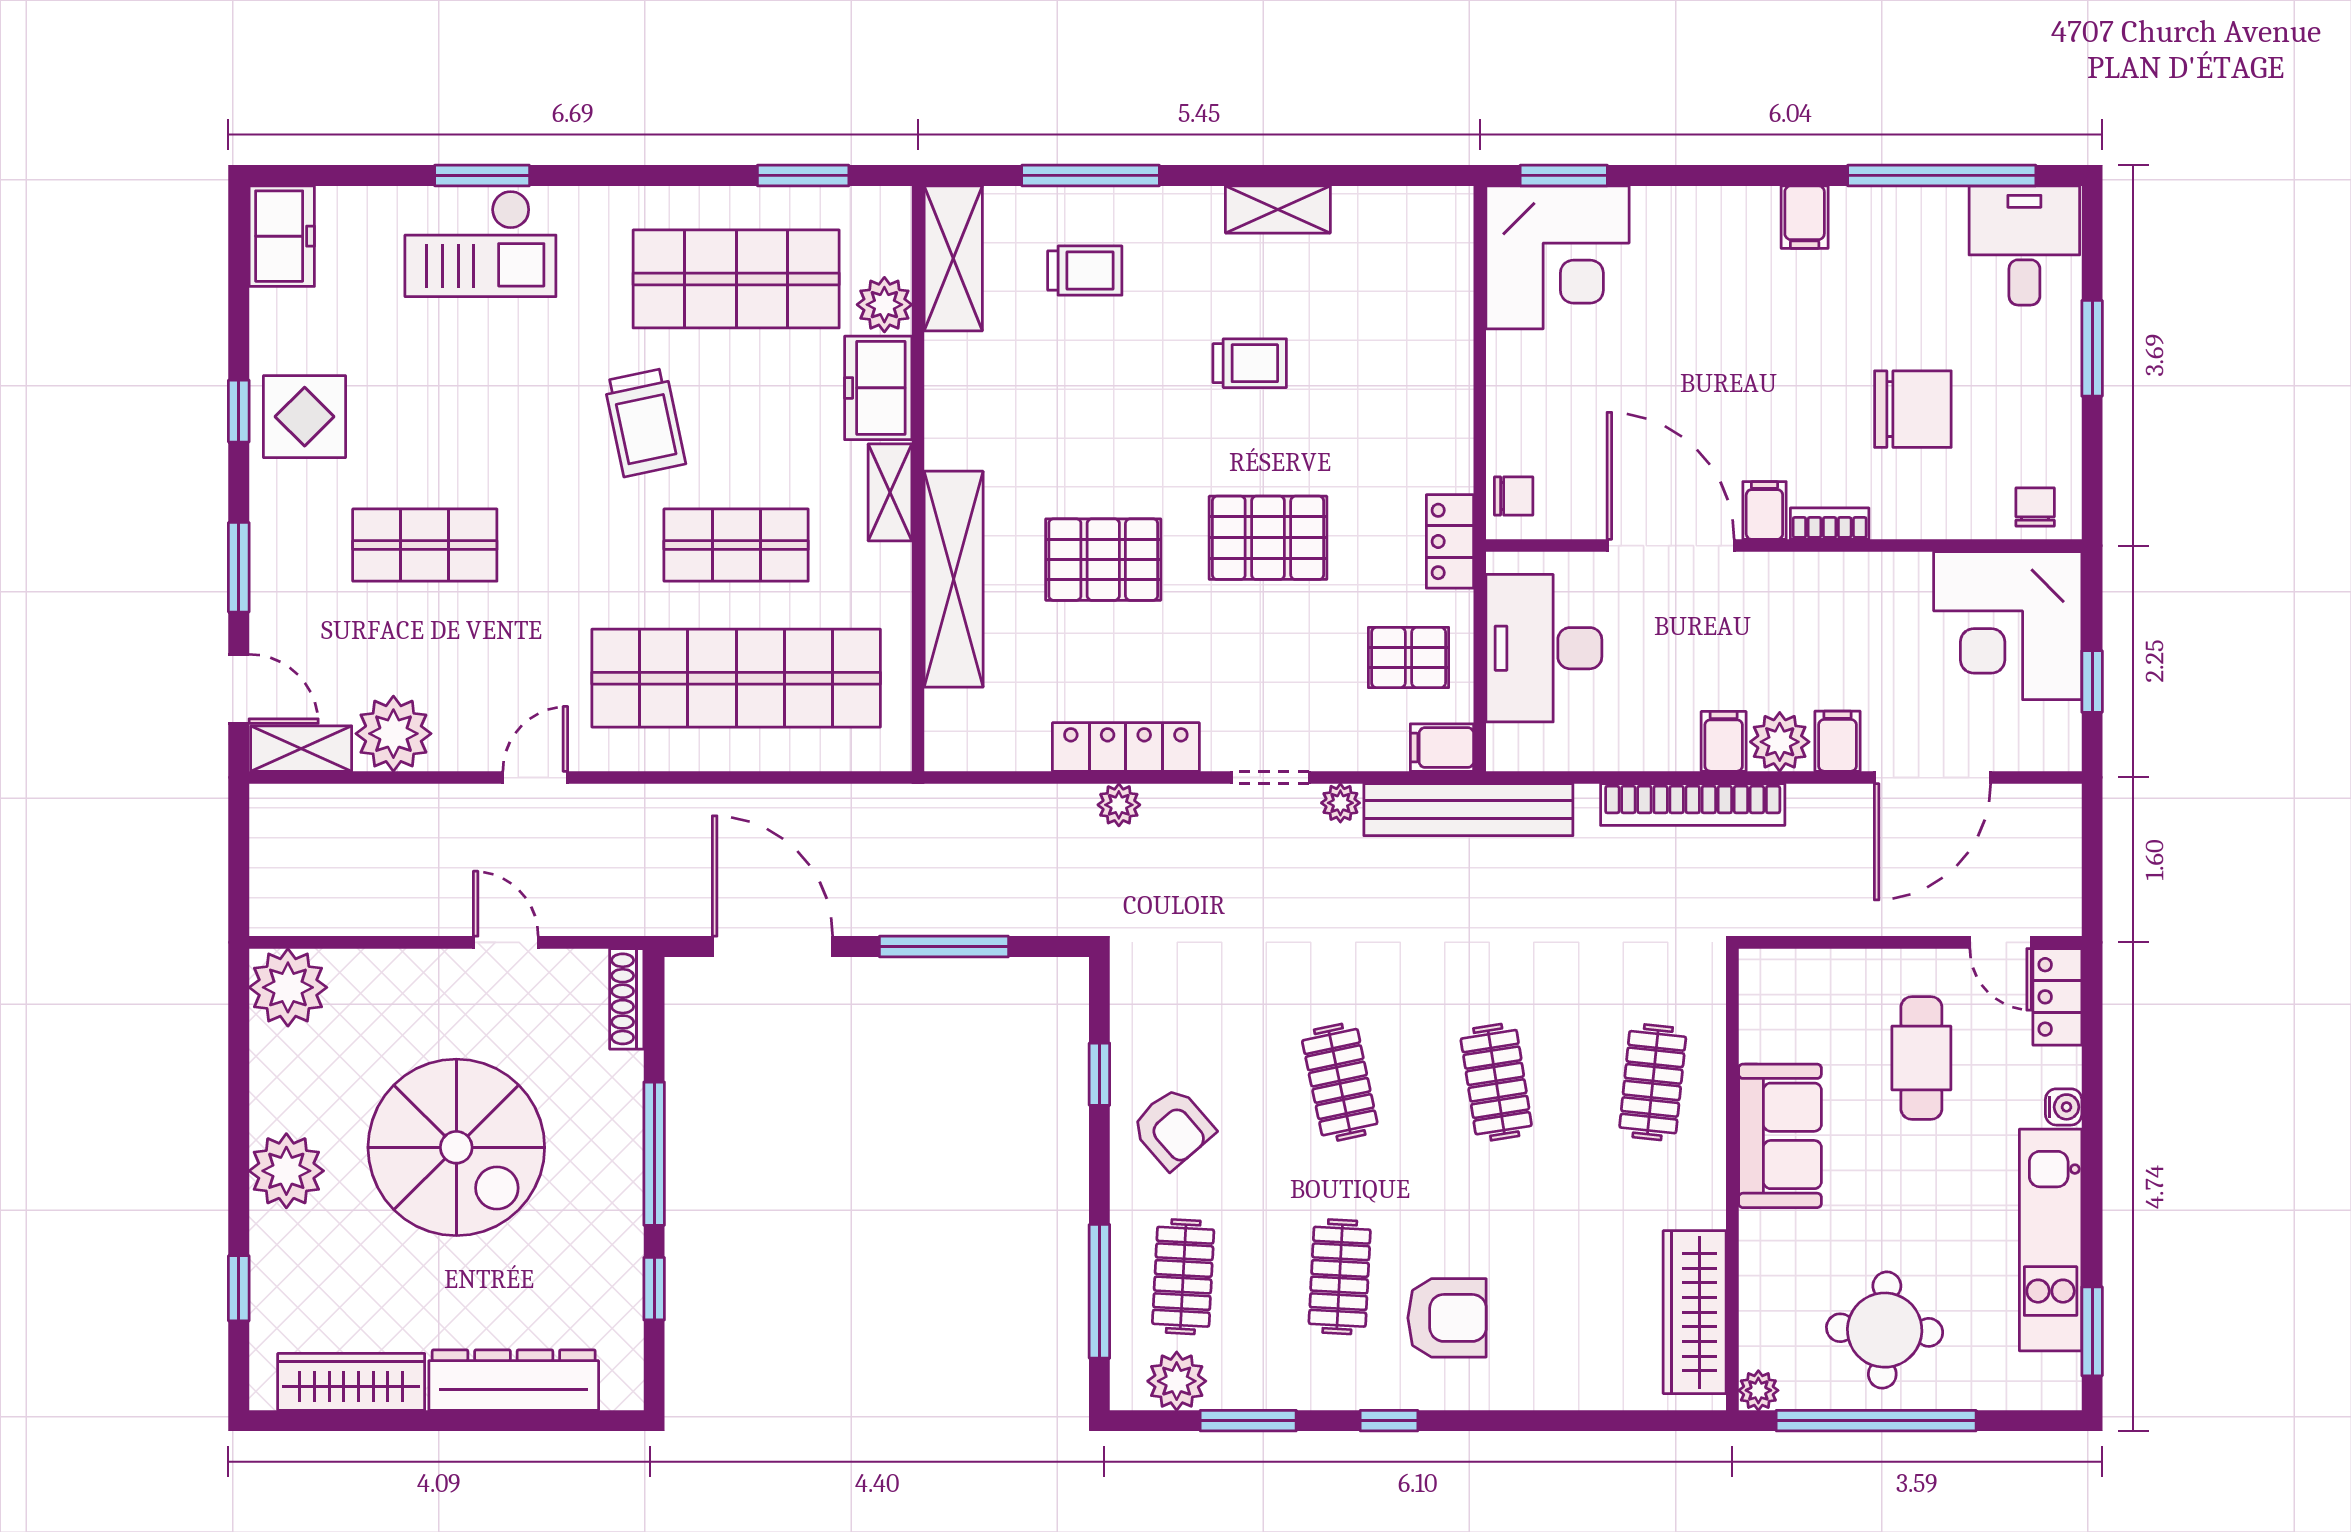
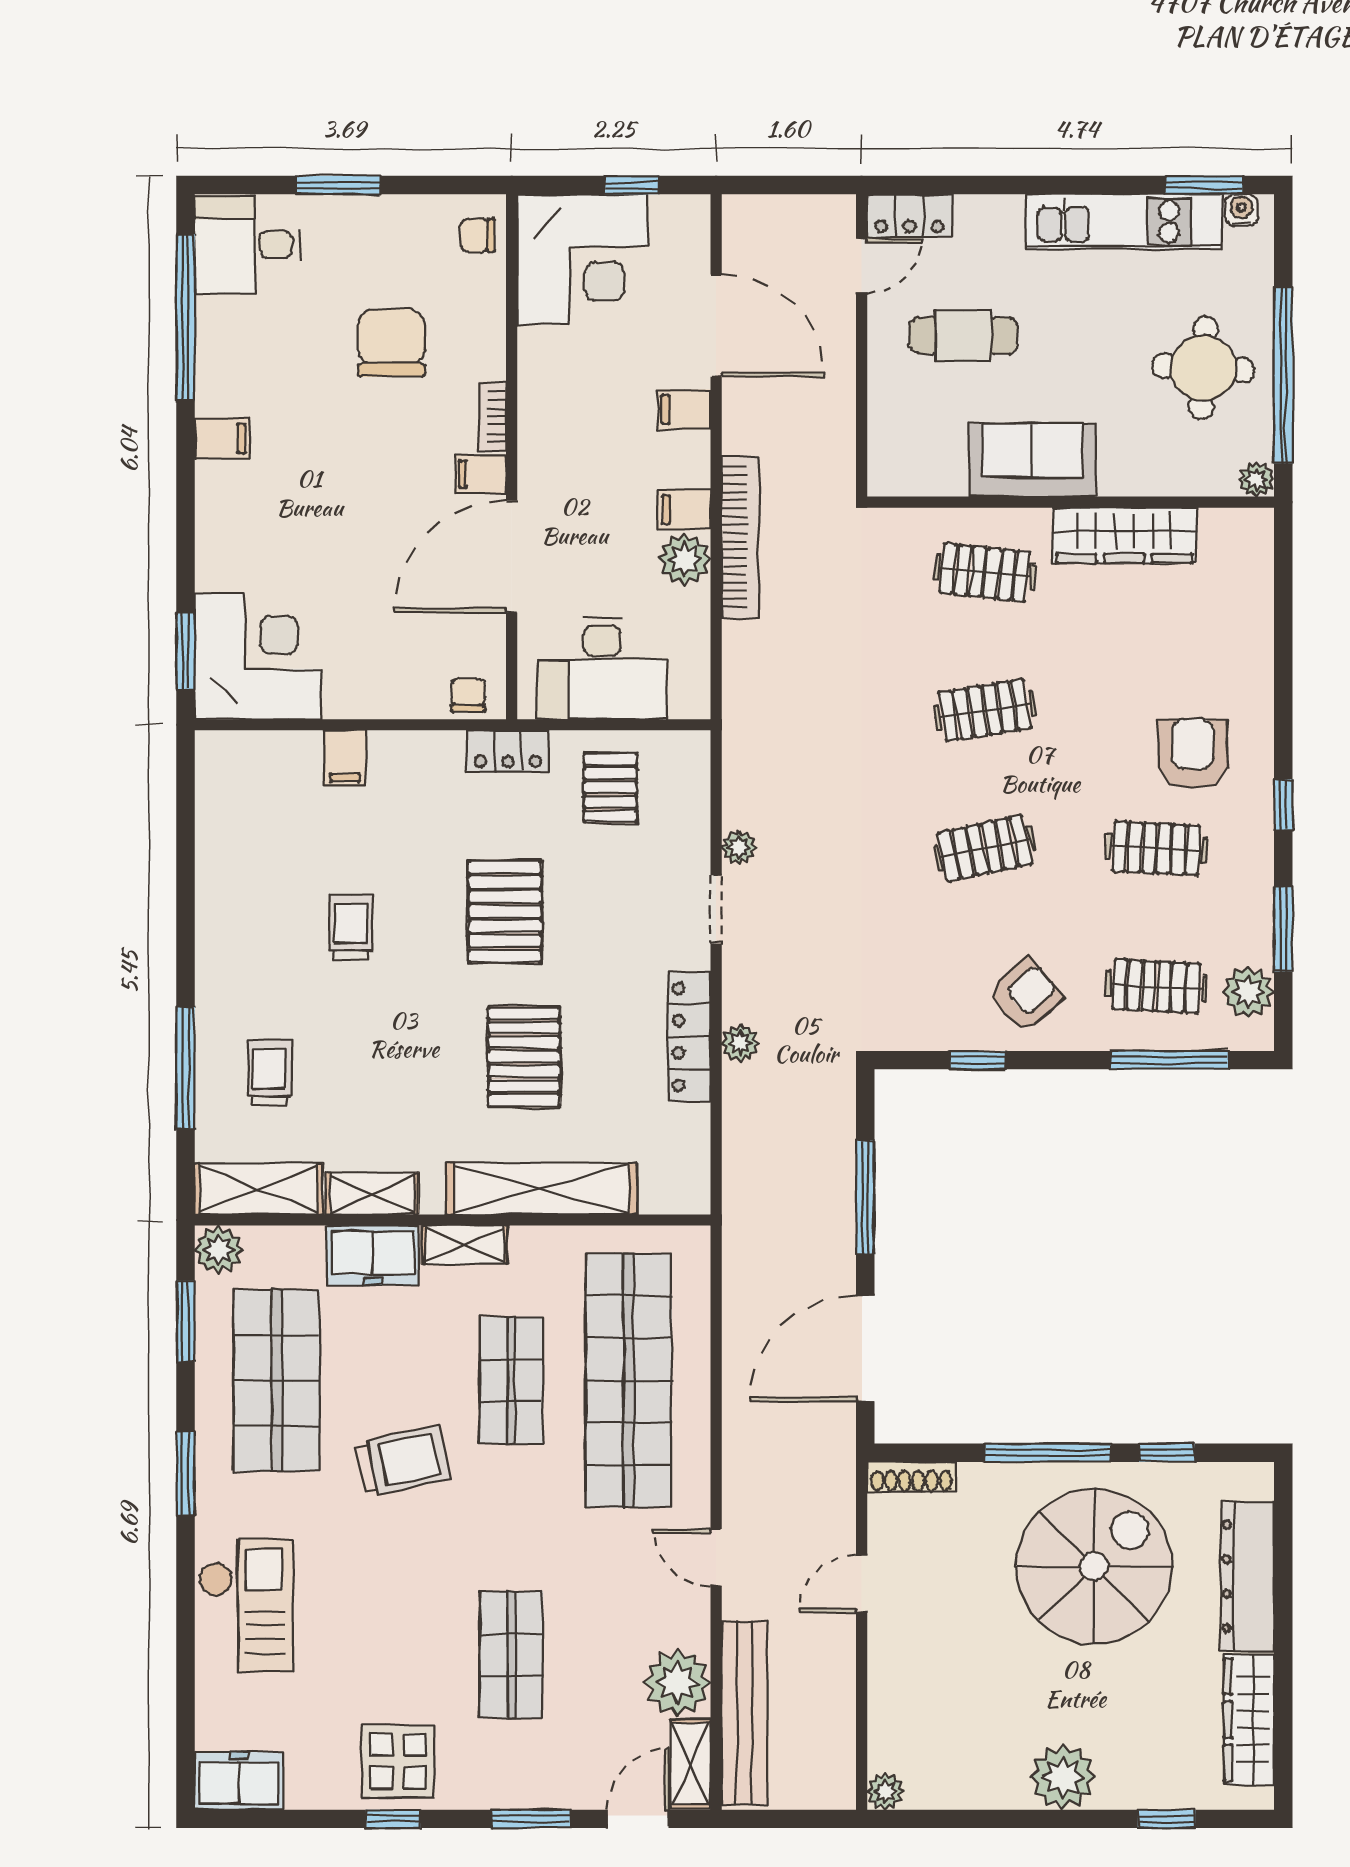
window: (482, 175) -> (185, 1474), moved
shelving: (1278, 209) -> (372, 1194), moved, turned 90
plant: (884, 305) -> (219, 1250), moved
plant: (1780, 742) -> (685, 559), moved
filing cabinet: (1442, 748) -> (345, 758), moved
bench: (1468, 810) -> (745, 1713), moved
plant: (288, 987) -> (885, 1792), width x0.53, depth x0.53
water cooler: (2064, 1107) -> (1241, 210), moved
spiral stairs: (456, 1147) -> (1094, 1566), moved
wardrobe: (1695, 1312) -> (1124, 535), moved

